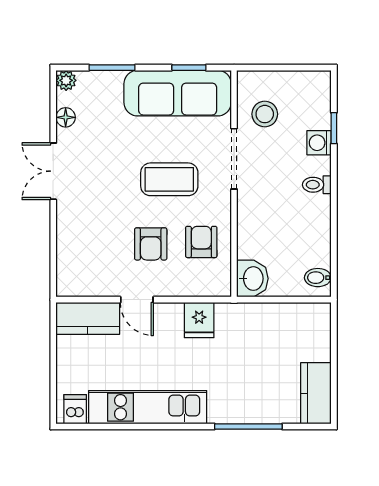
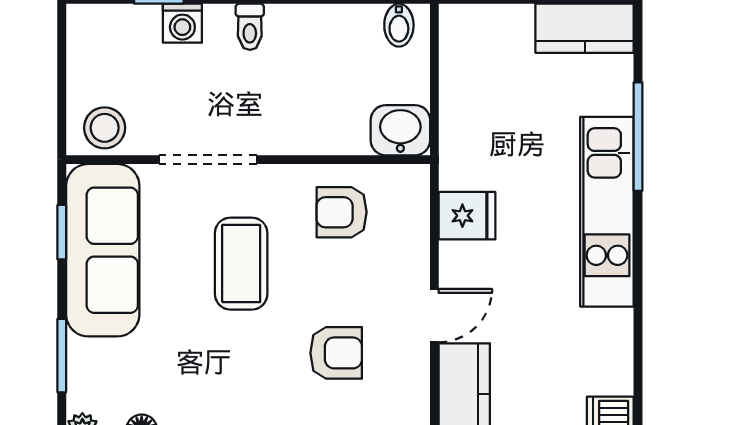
stool: (265, 114) -> (105, 128), moved
armchair: (151, 244) -> (336, 353), moved
kitchen unit: (148, 407) -> (607, 212), moved

